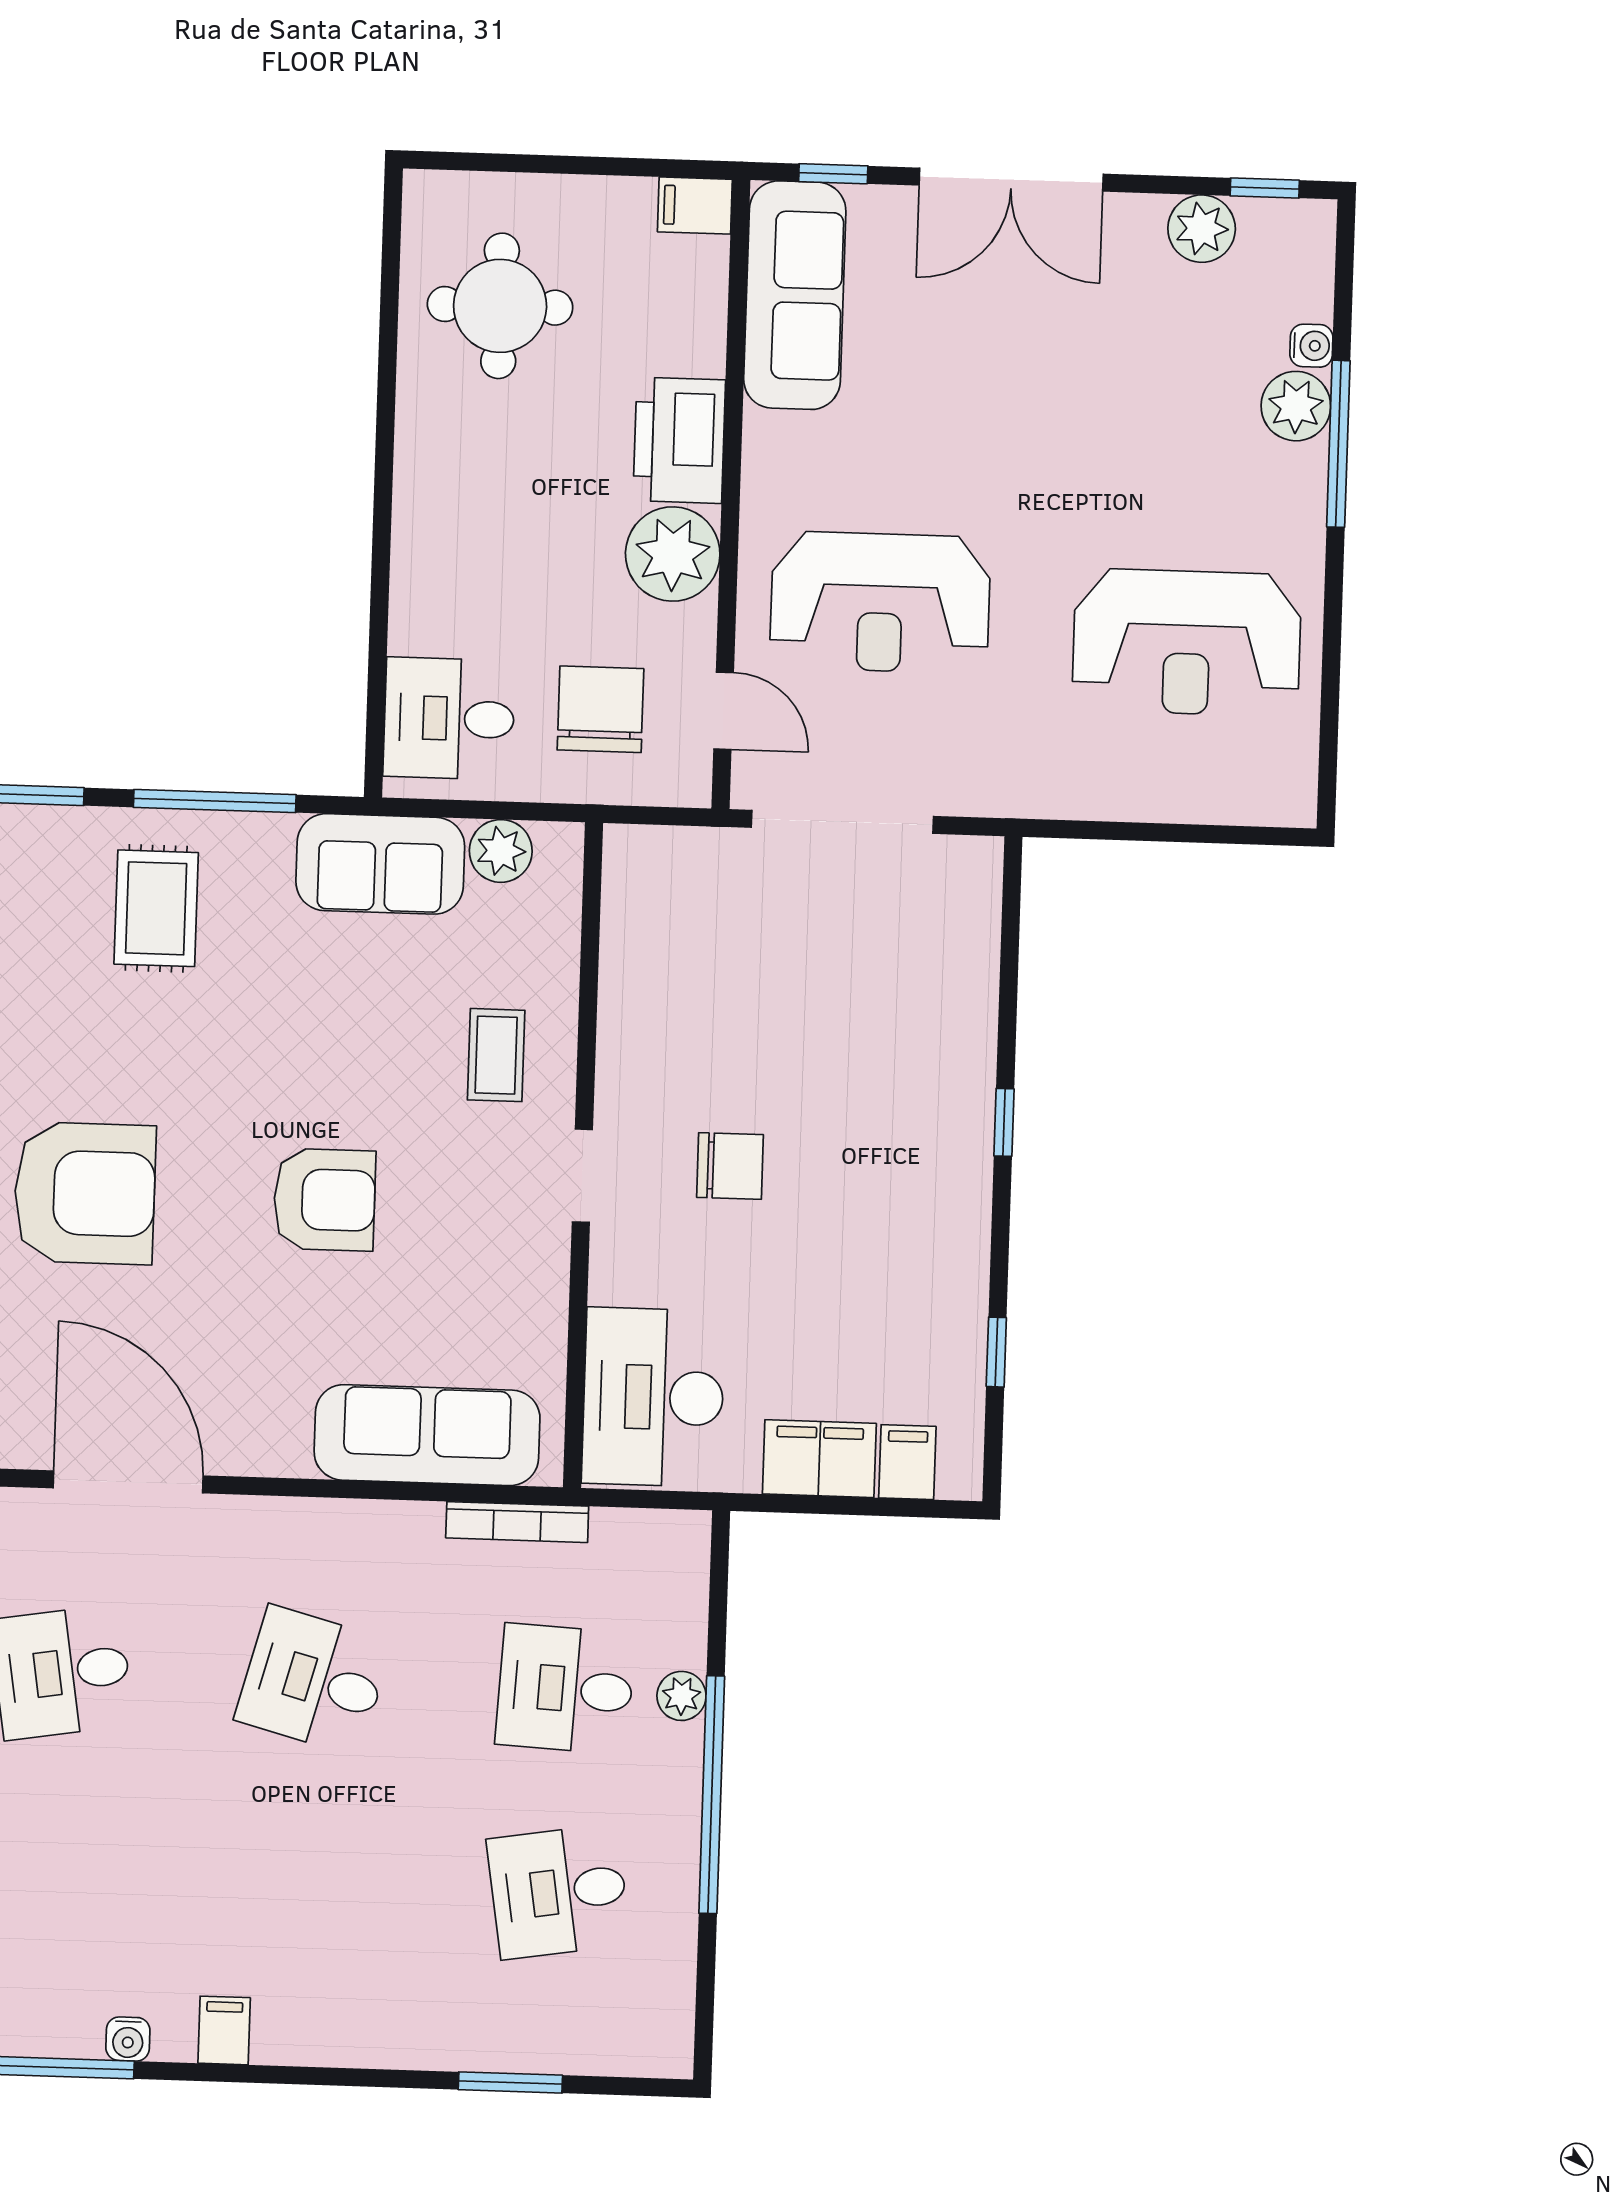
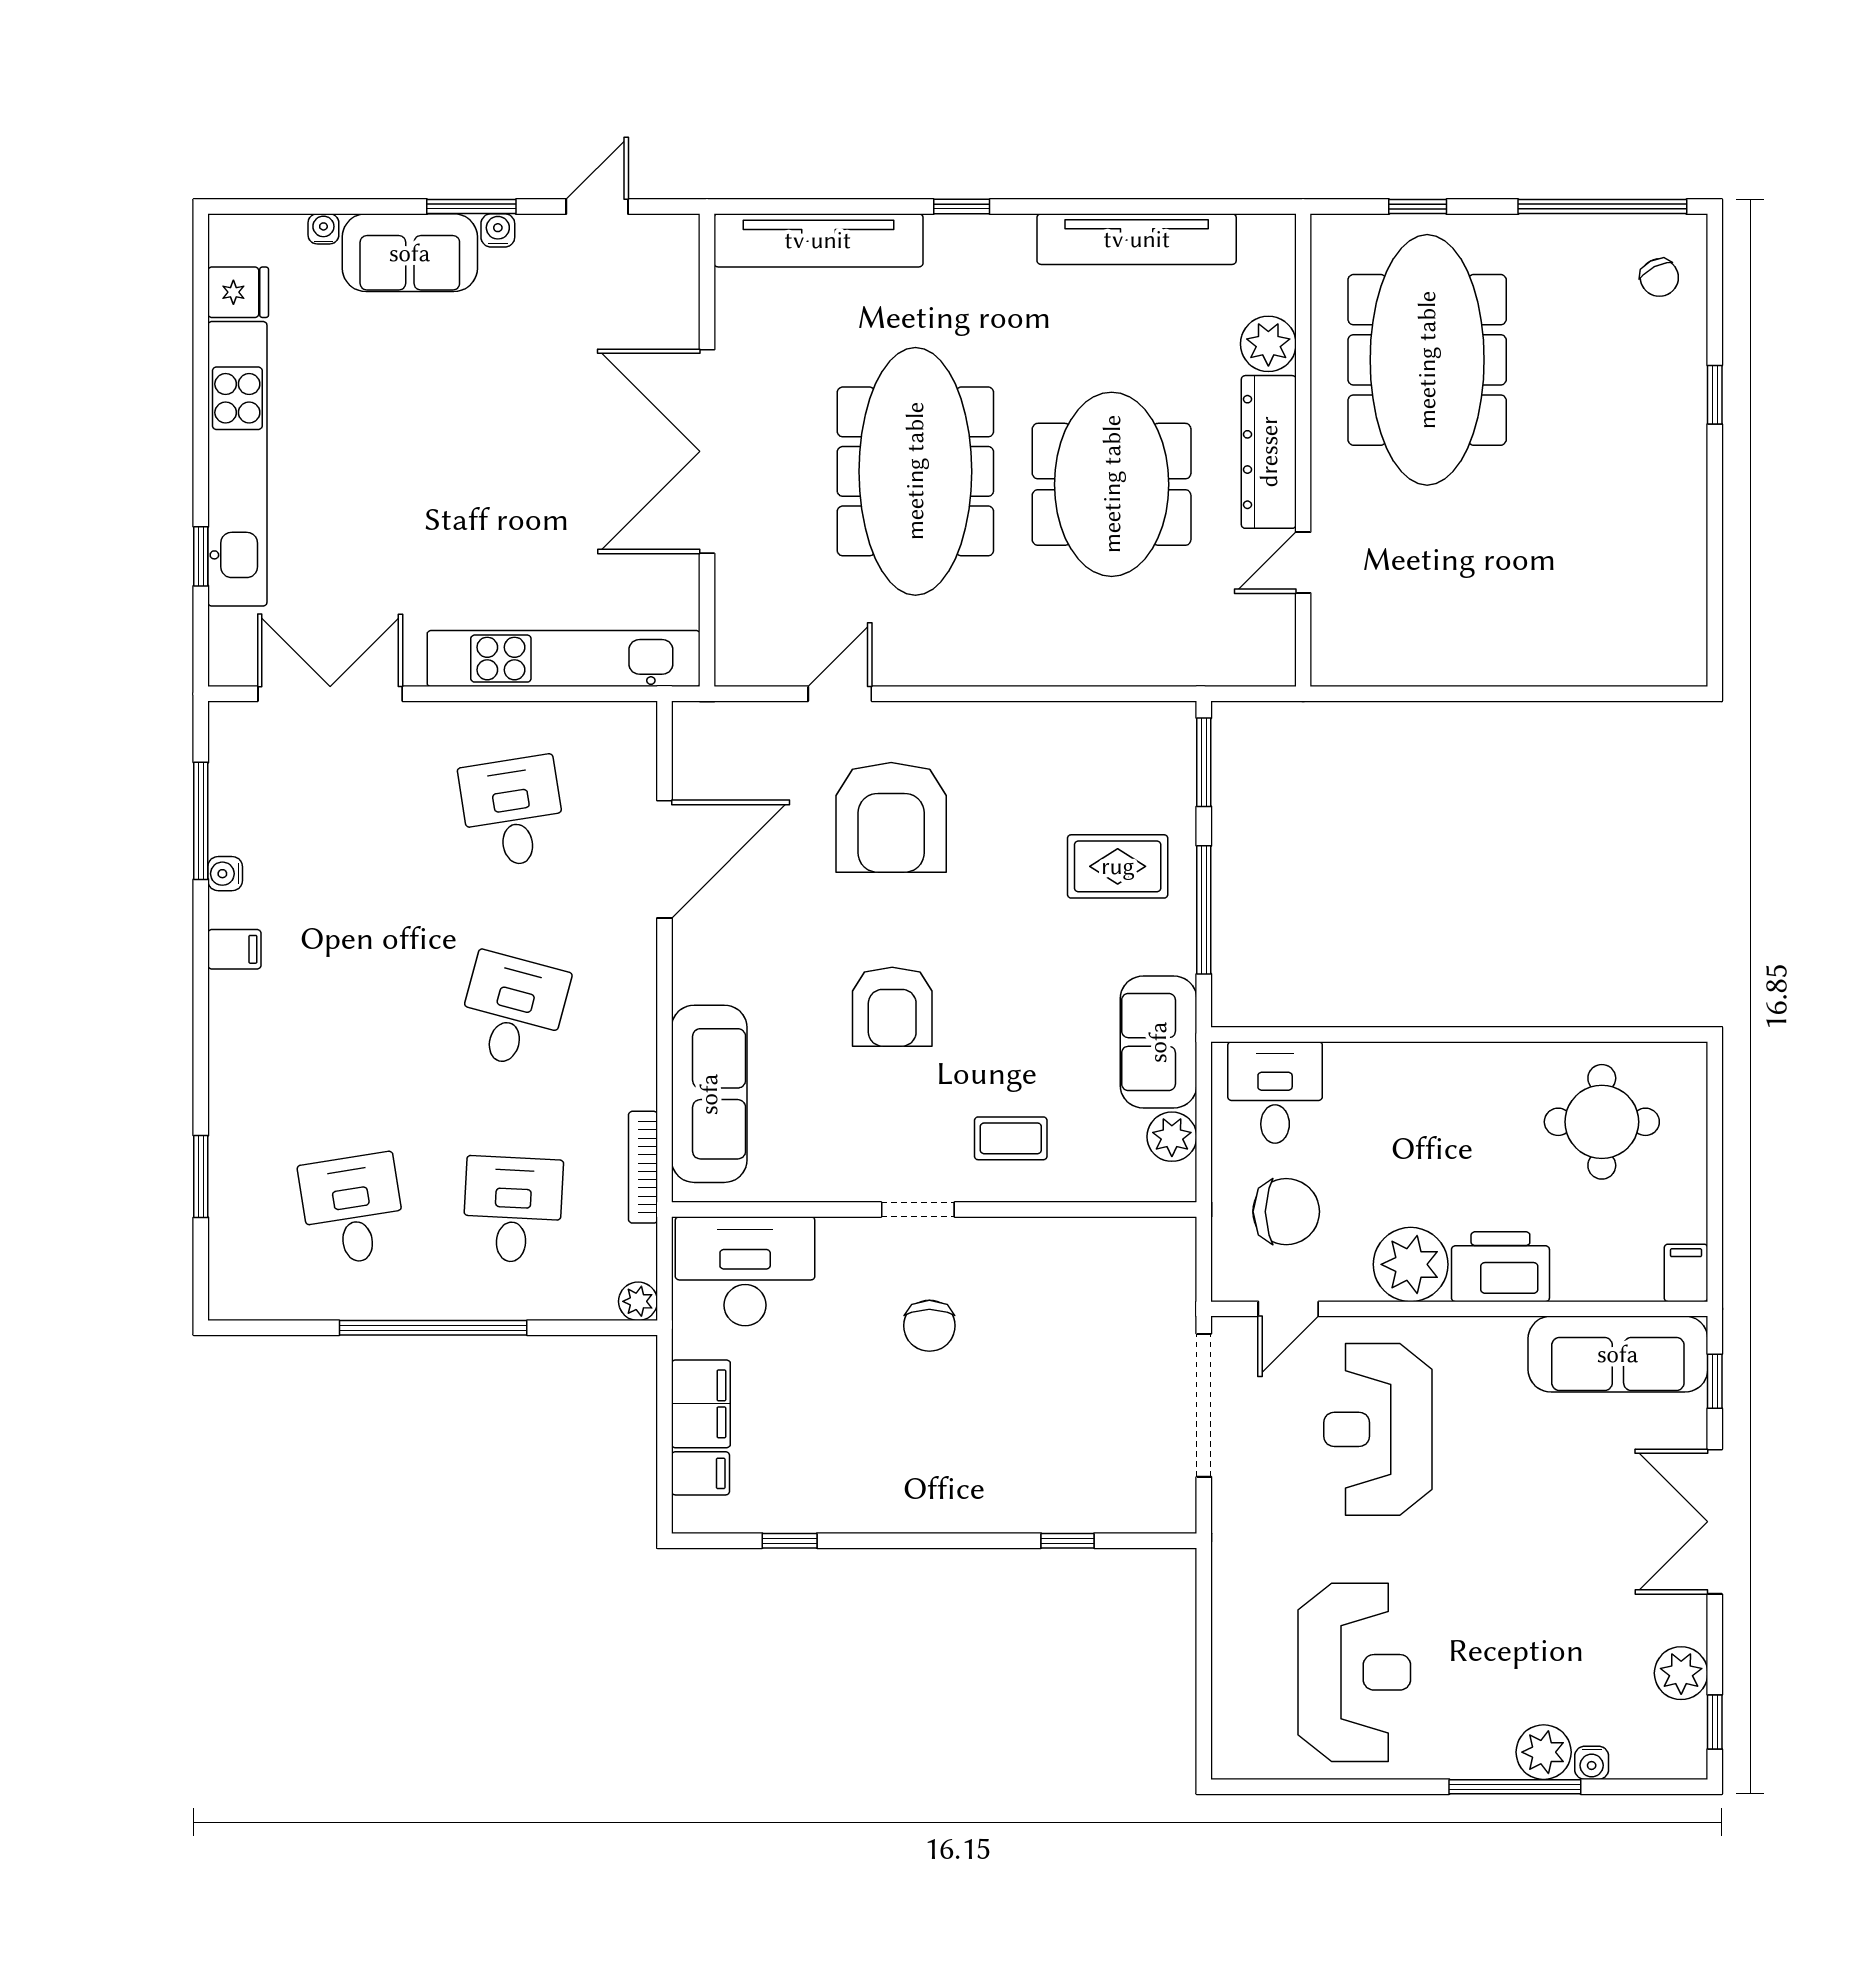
reception desk: (1187, 642) -> (1354, 1672), turned 180
window: (1004, 1122) -> (1068, 1541), moved
plant: (681, 1696) -> (638, 1301), moved

